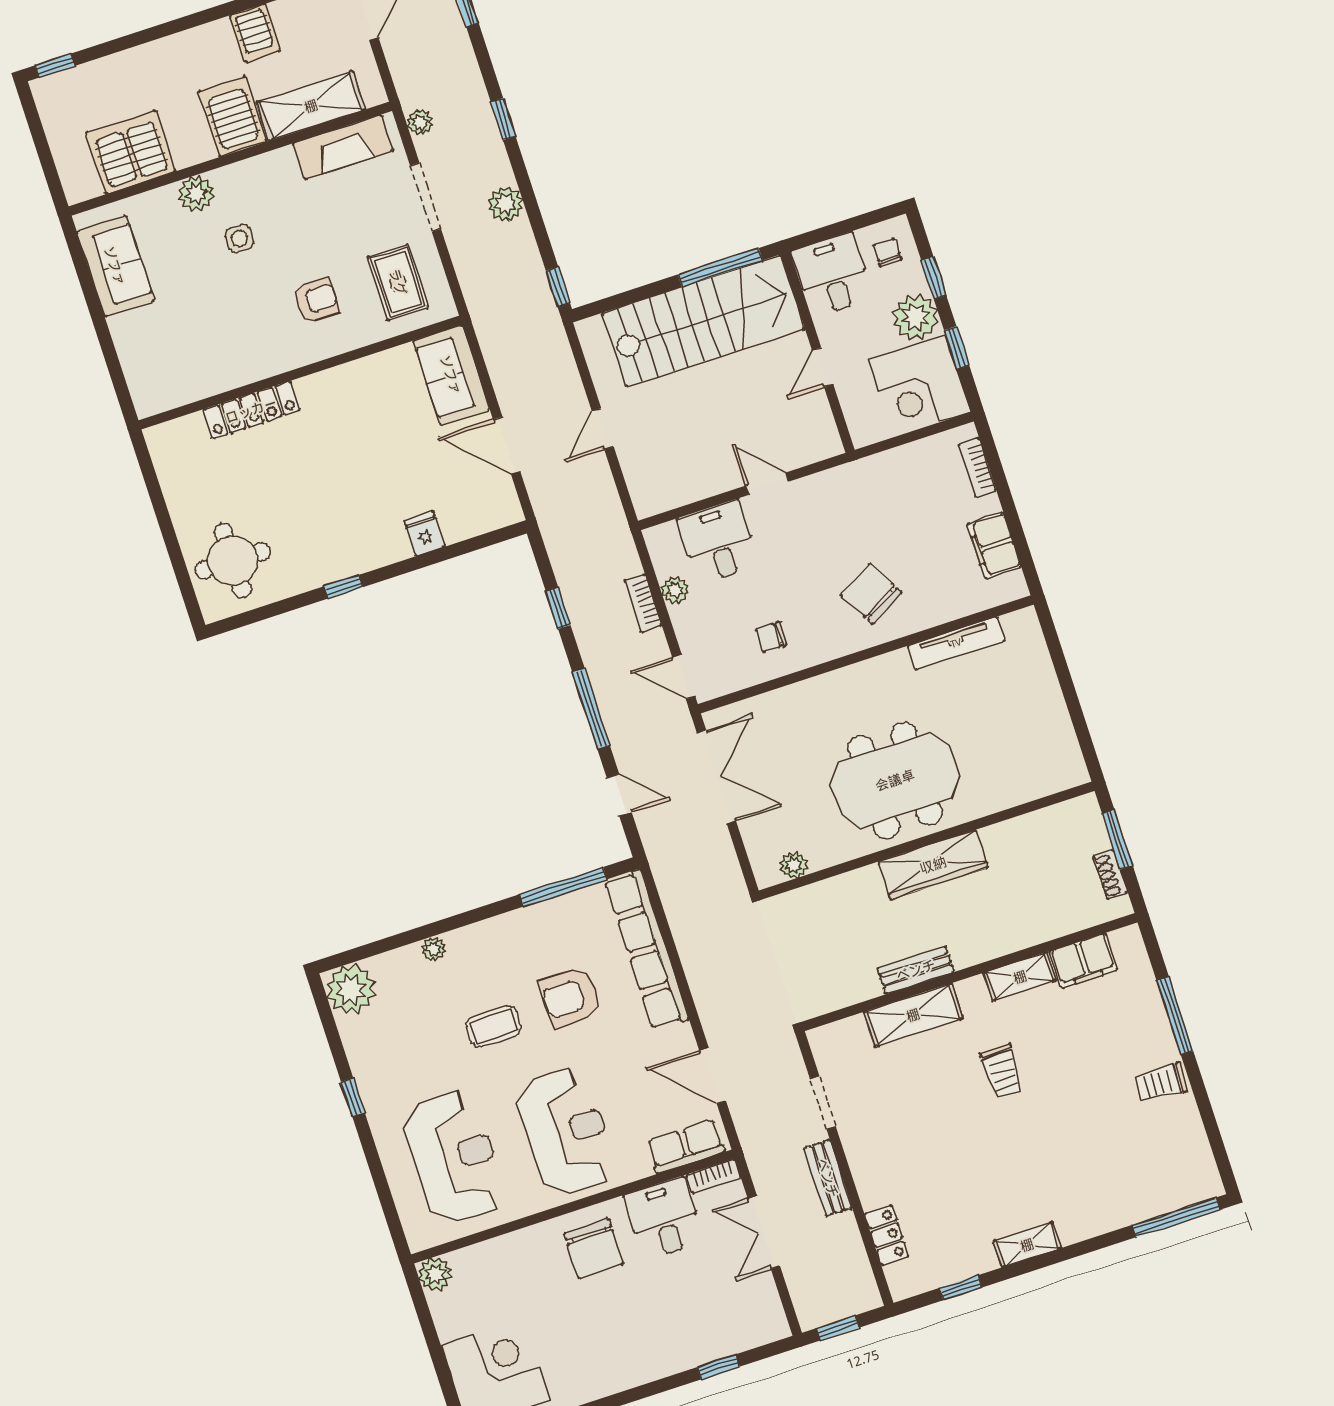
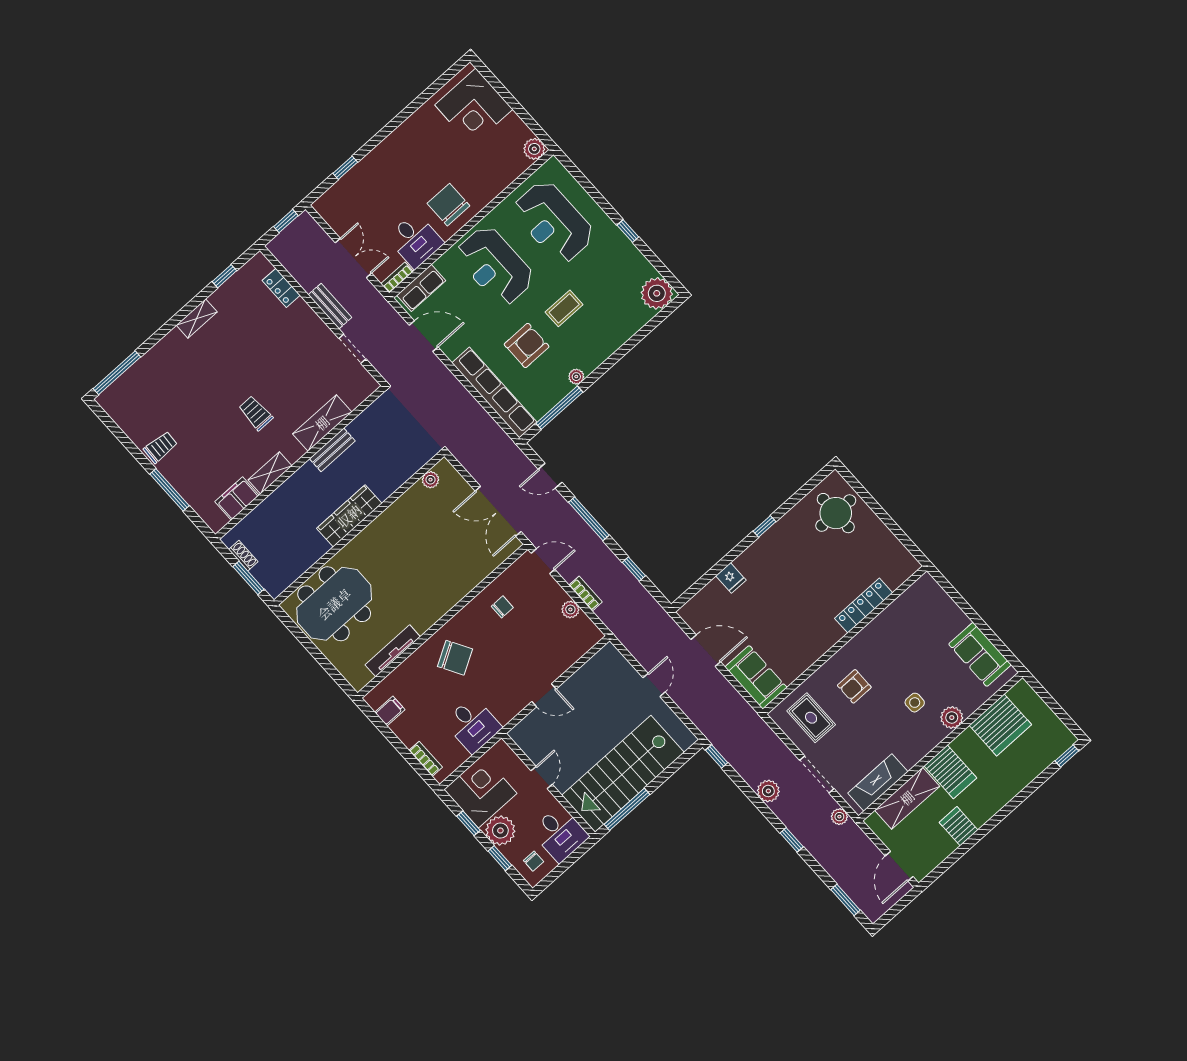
desk: (718, 542) -> (473, 725), moved
filing cabinet: (994, 545) -> (390, 711), width x0.50
meeting table: (895, 780) -> (334, 604), moved
plant: (433, 949) -> (576, 377), moved

